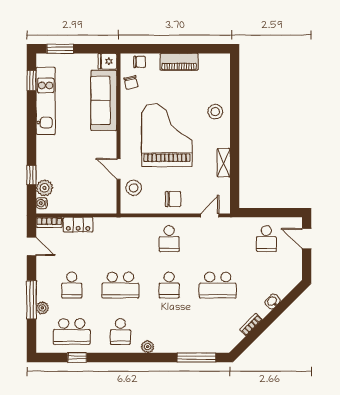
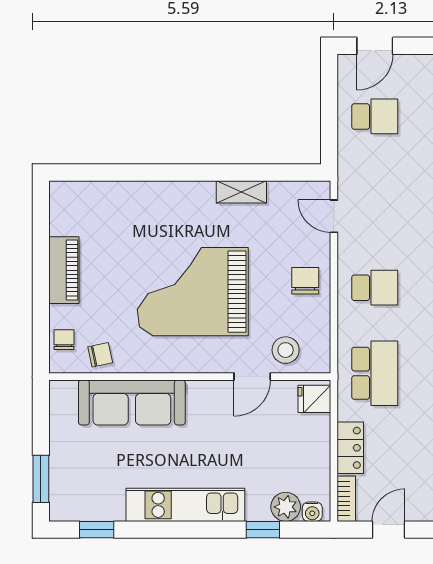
fridge: (107, 61) -> (314, 399), moved, turned 90
kitchen unit: (46, 101) -> (185, 505), moved
stool: (215, 112) -> (151, 207), removed
school desk: (120, 239) -> (375, 373), added

